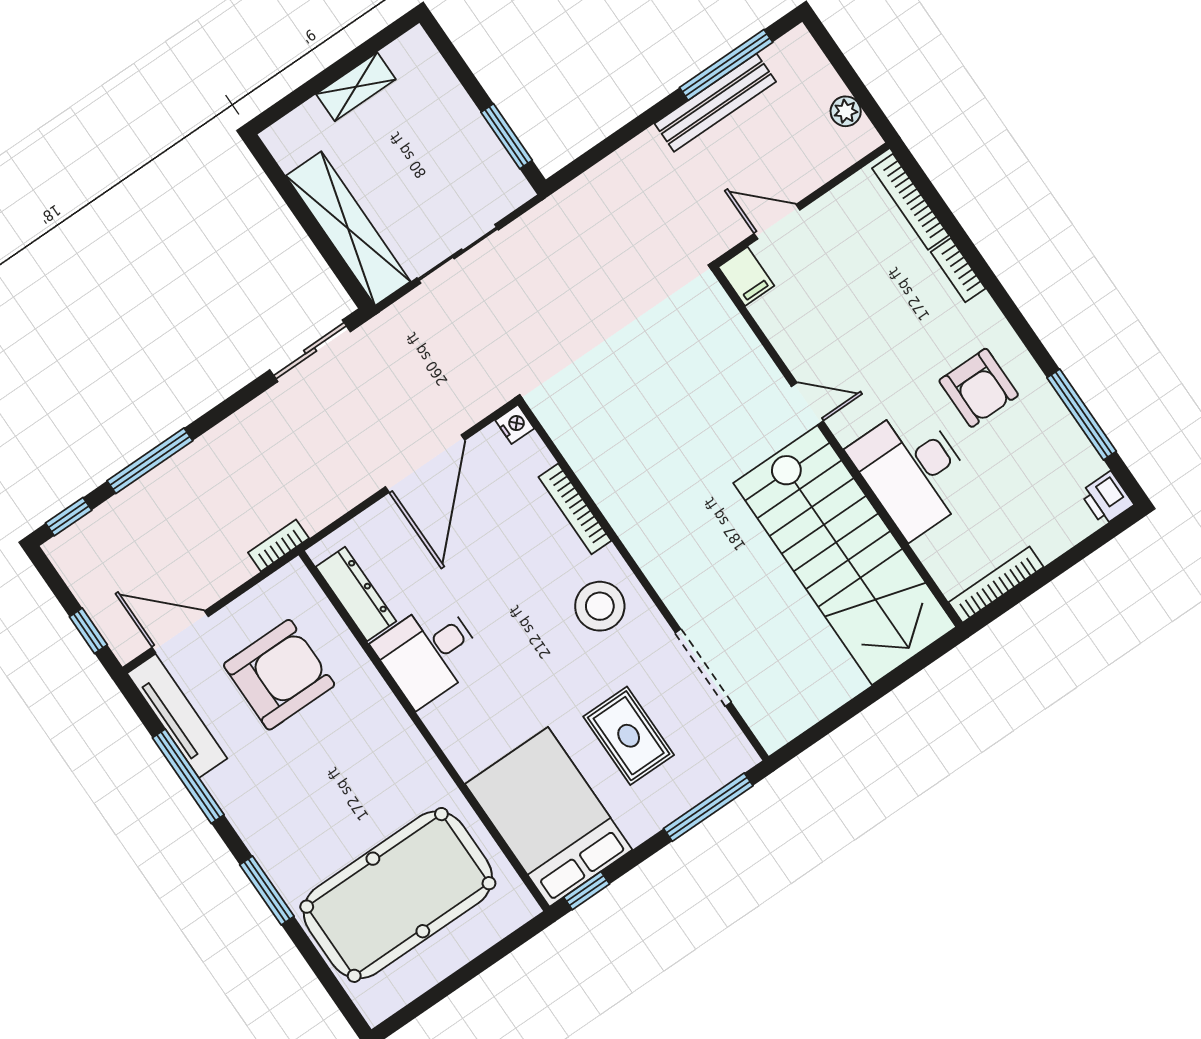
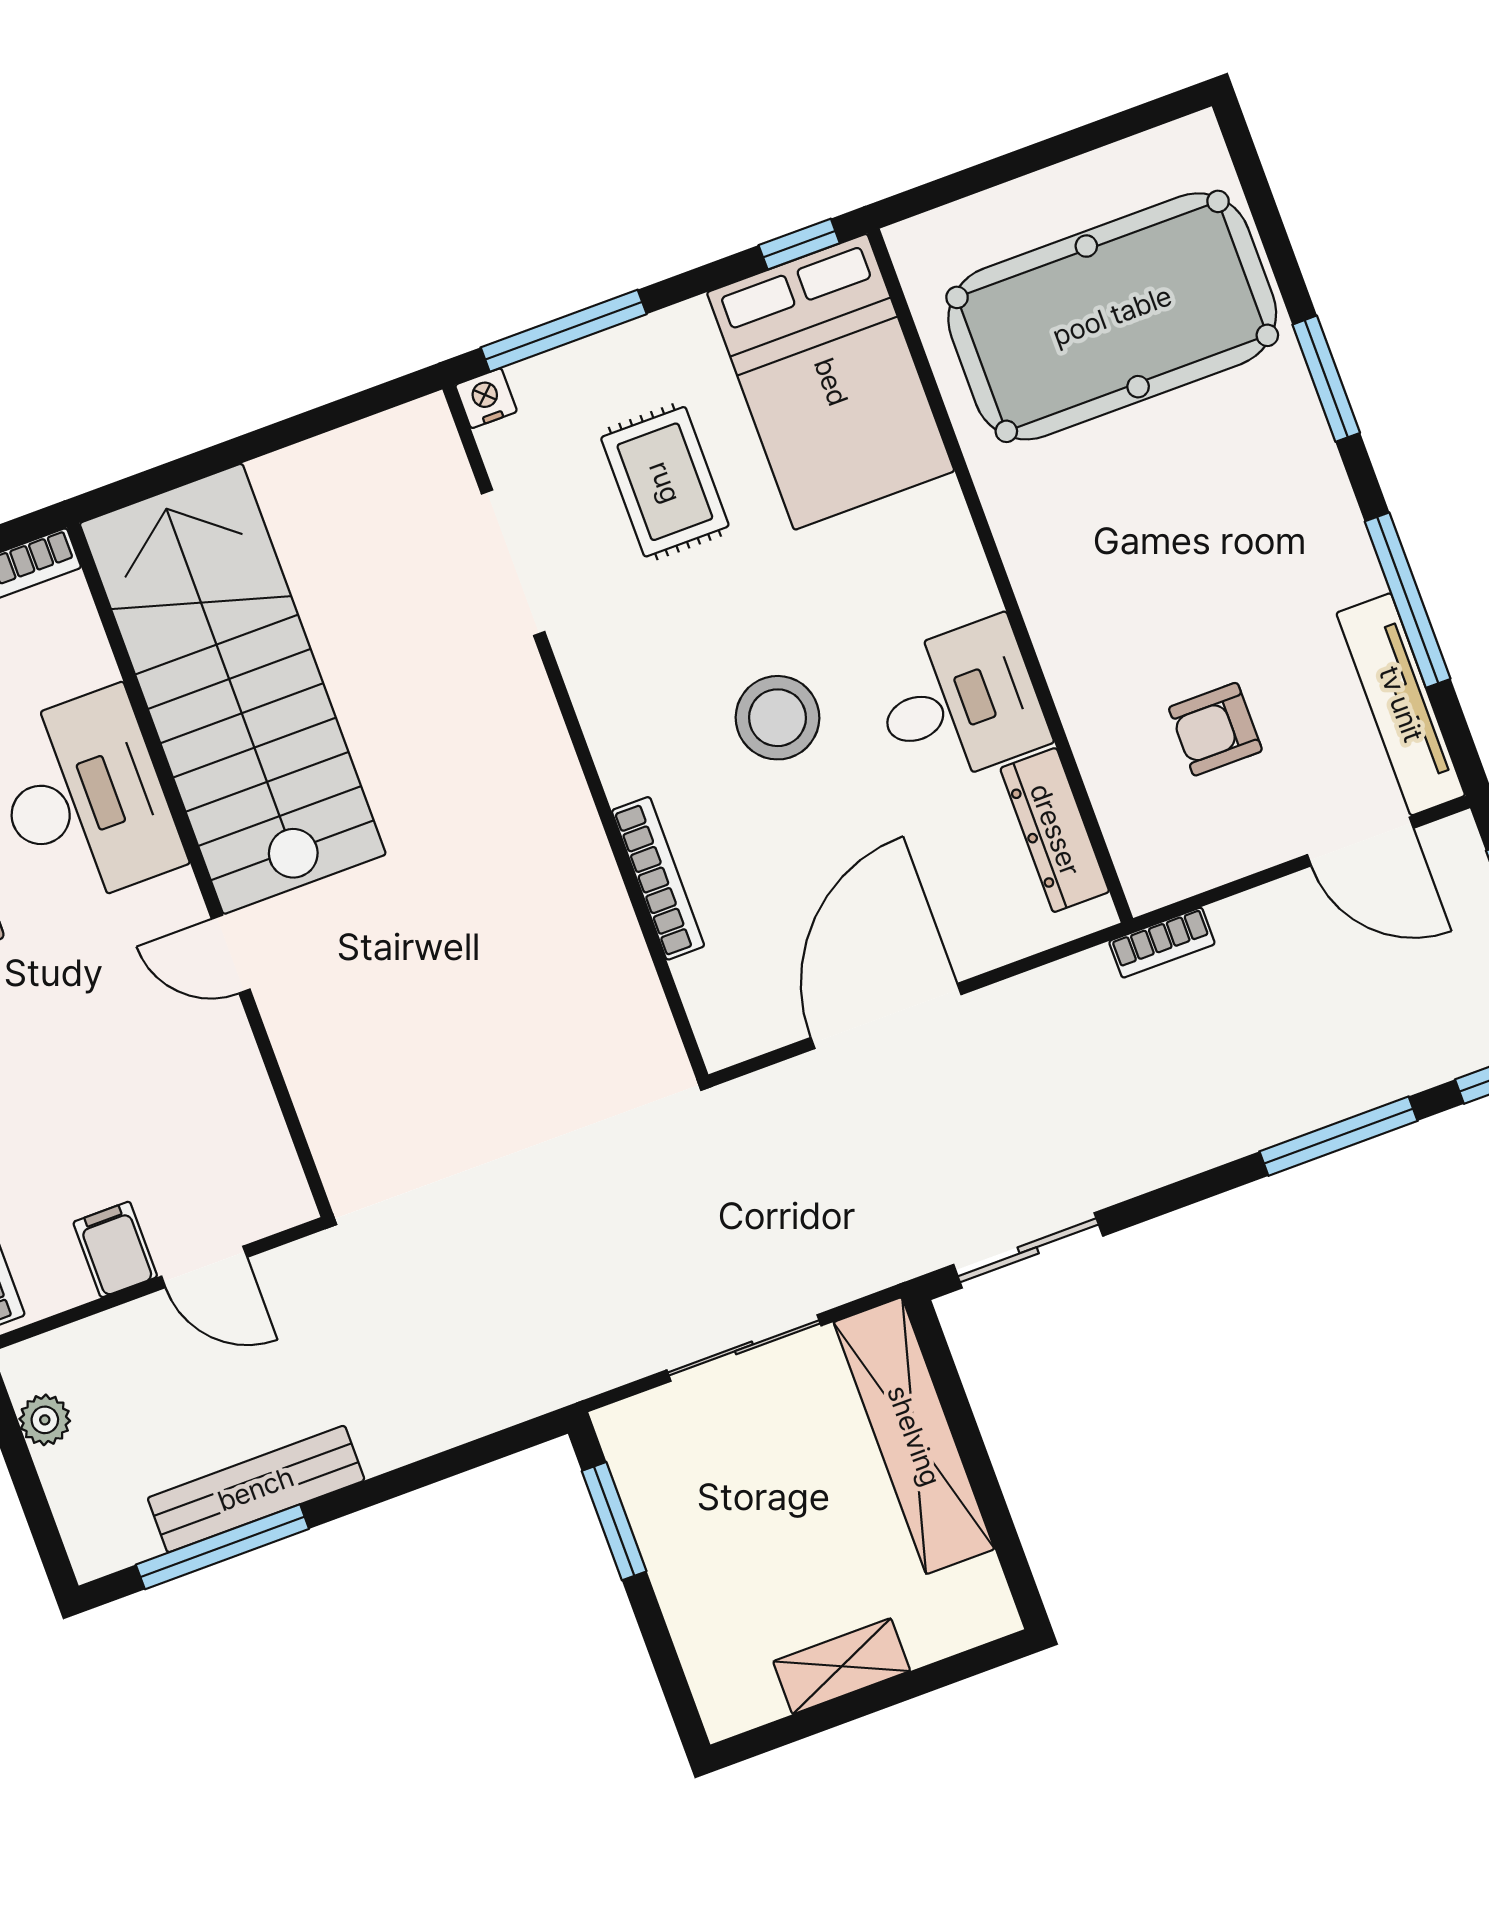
filing cabinet: (746, 276) -> (115, 1249), moved
nightstand: (515, 424) -> (486, 398), moved, turned 90
stool: (600, 606) -> (777, 718), moved
armchair: (279, 675) -> (1215, 729), width x0.53, depth x0.53

